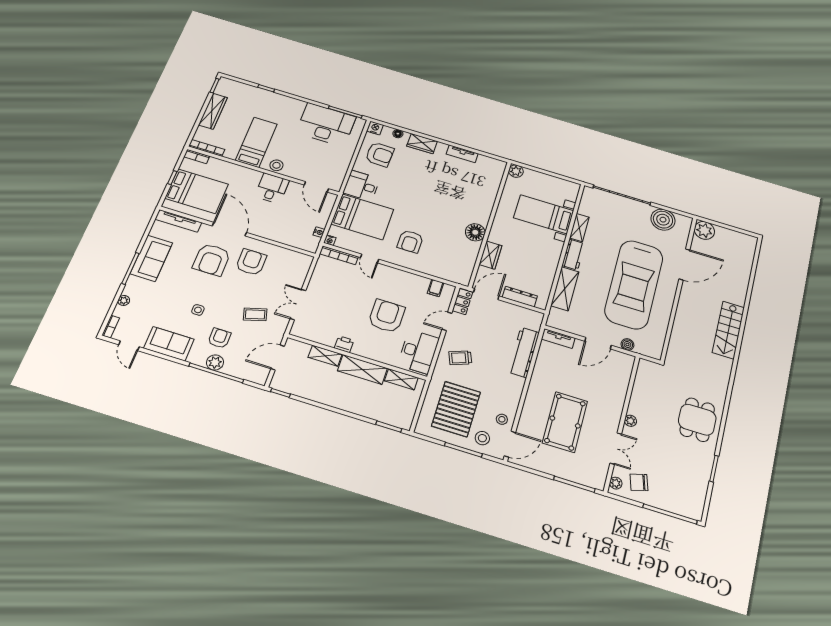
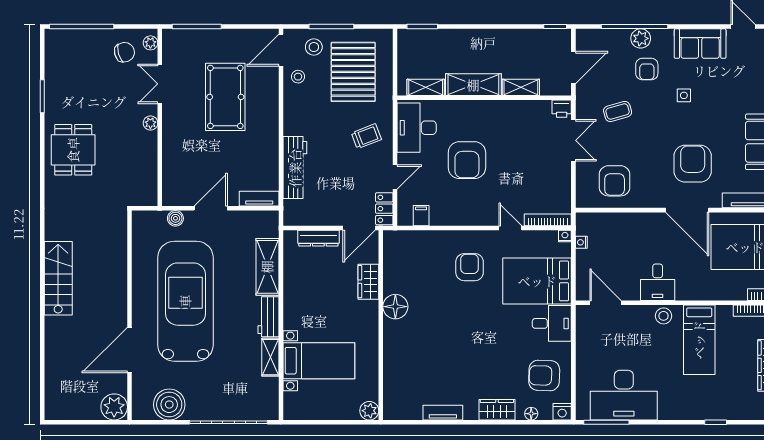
armchair: (251, 262) -> (615, 181), moved
printer: (344, 344) -> (562, 109), moved

